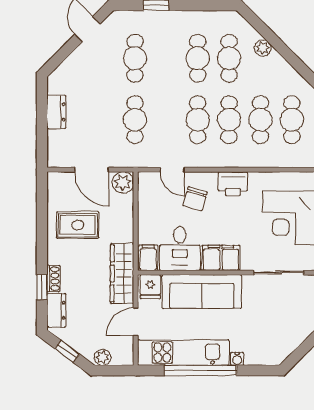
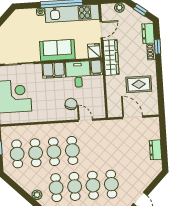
cafe table: (135, 120) -> (93, 185), moved
plant: (123, 182) -> (114, 111), removed
printer: (233, 184) -> (49, 114), removed
sofa: (202, 292) -> (57, 50), width x0.73

